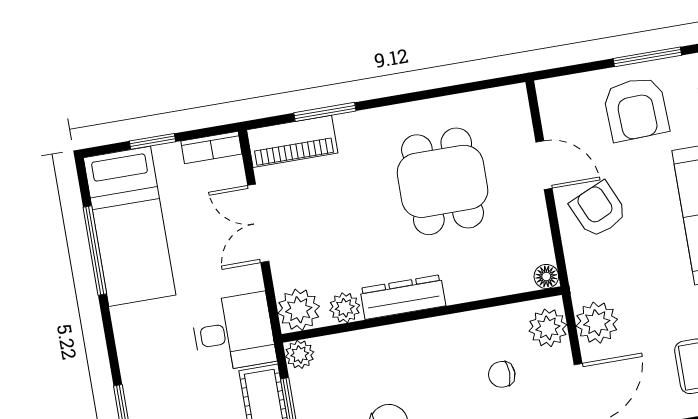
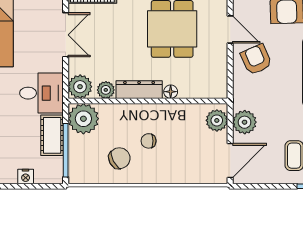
double door: (258, 223) -> (66, 35), swing flipped
floor lamp: (546, 276) -> (171, 92), moved
plant: (300, 354) -> (83, 119), width x1.87, depth x1.87
chair: (502, 374) -> (149, 141), moved

